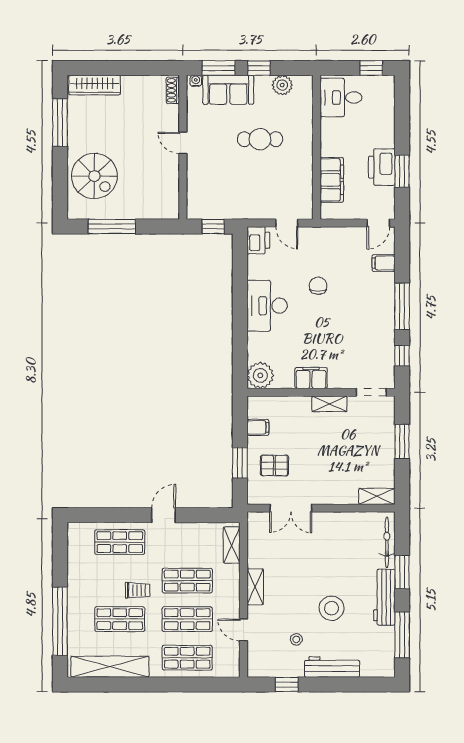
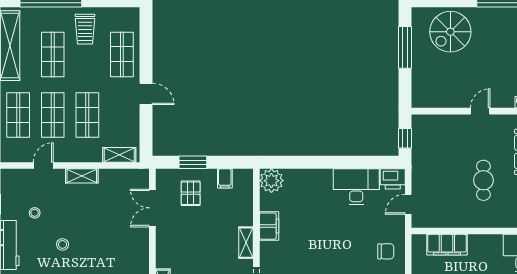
chair: (318, 286) -> (386, 251), moved
desk: (267, 306) -> (356, 187), moved
trolley: (138, 590) -> (85, 29), moved, width x1.36, depth x1.39
stool: (331, 608) -> (63, 244), width x0.53, depth x0.53

